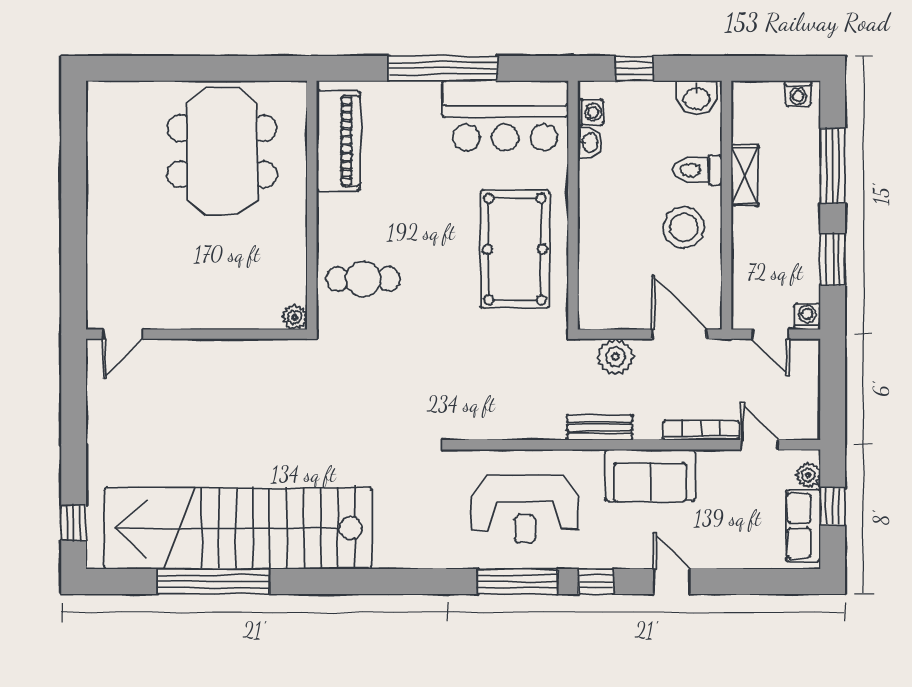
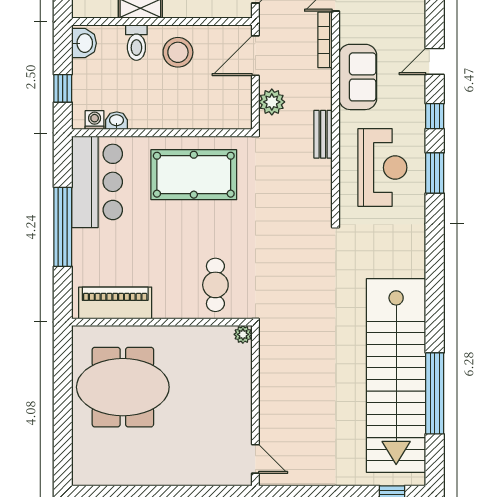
bench: (600, 428) -> (323, 134), moved
window: (518, 582) -> (435, 173), width x0.69

